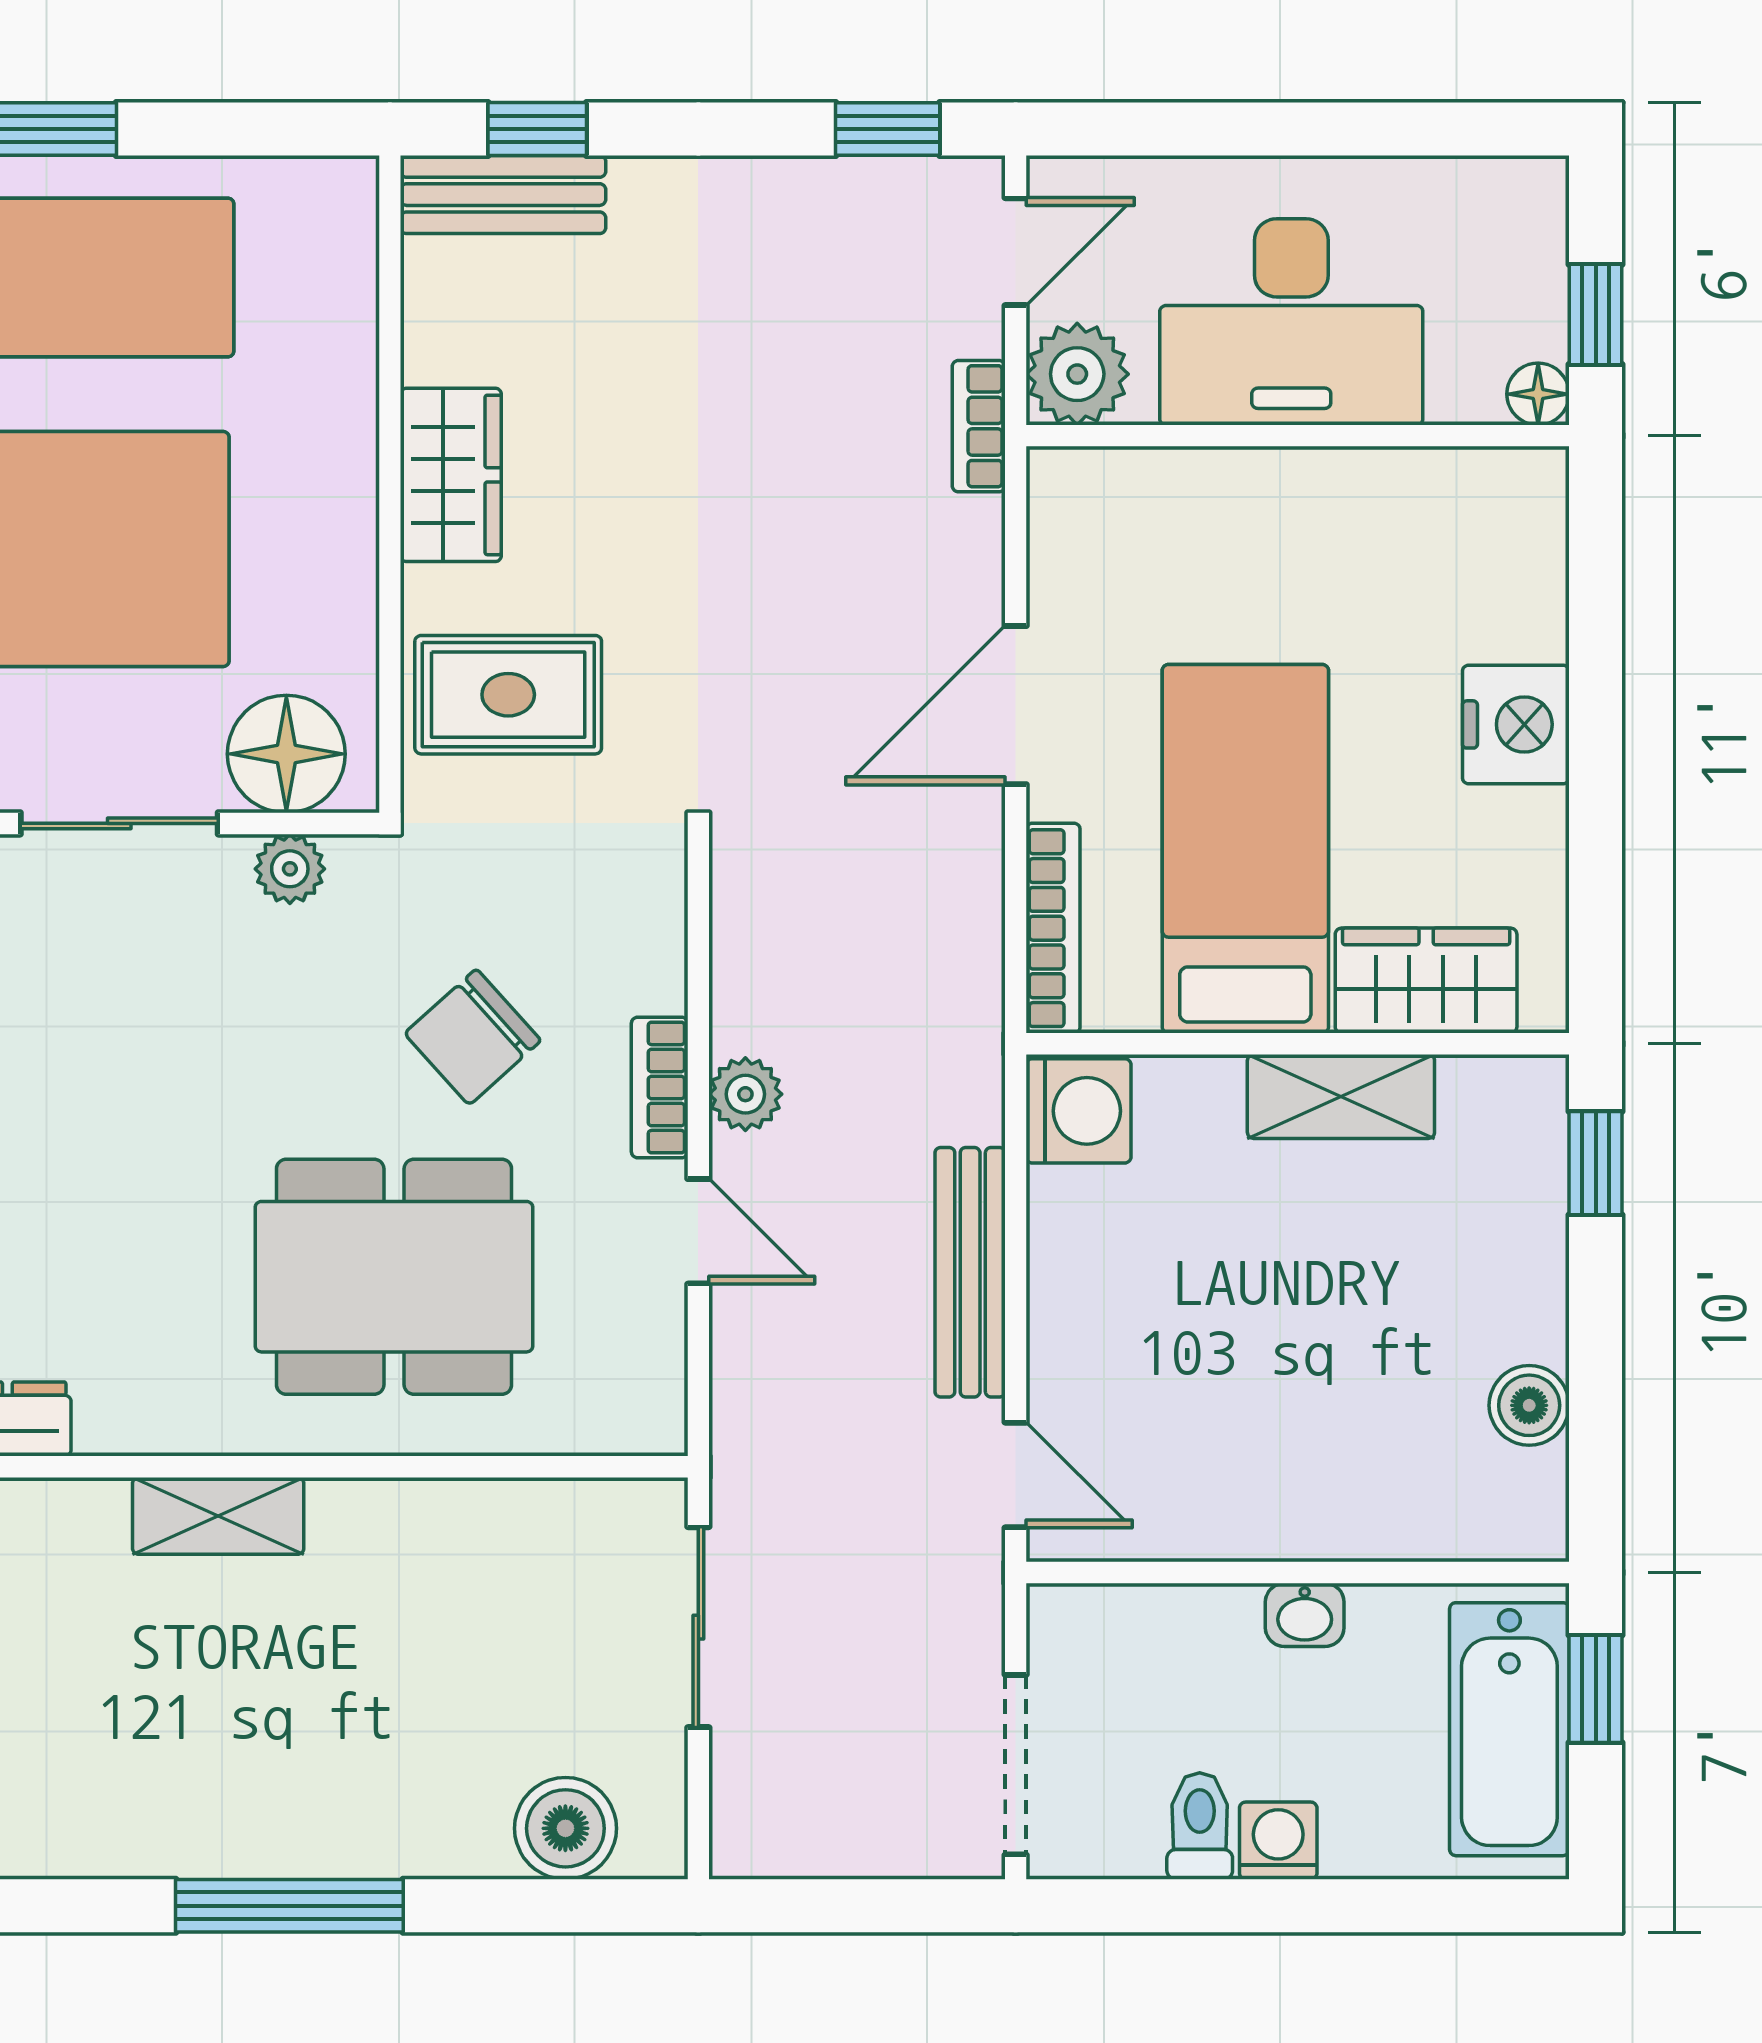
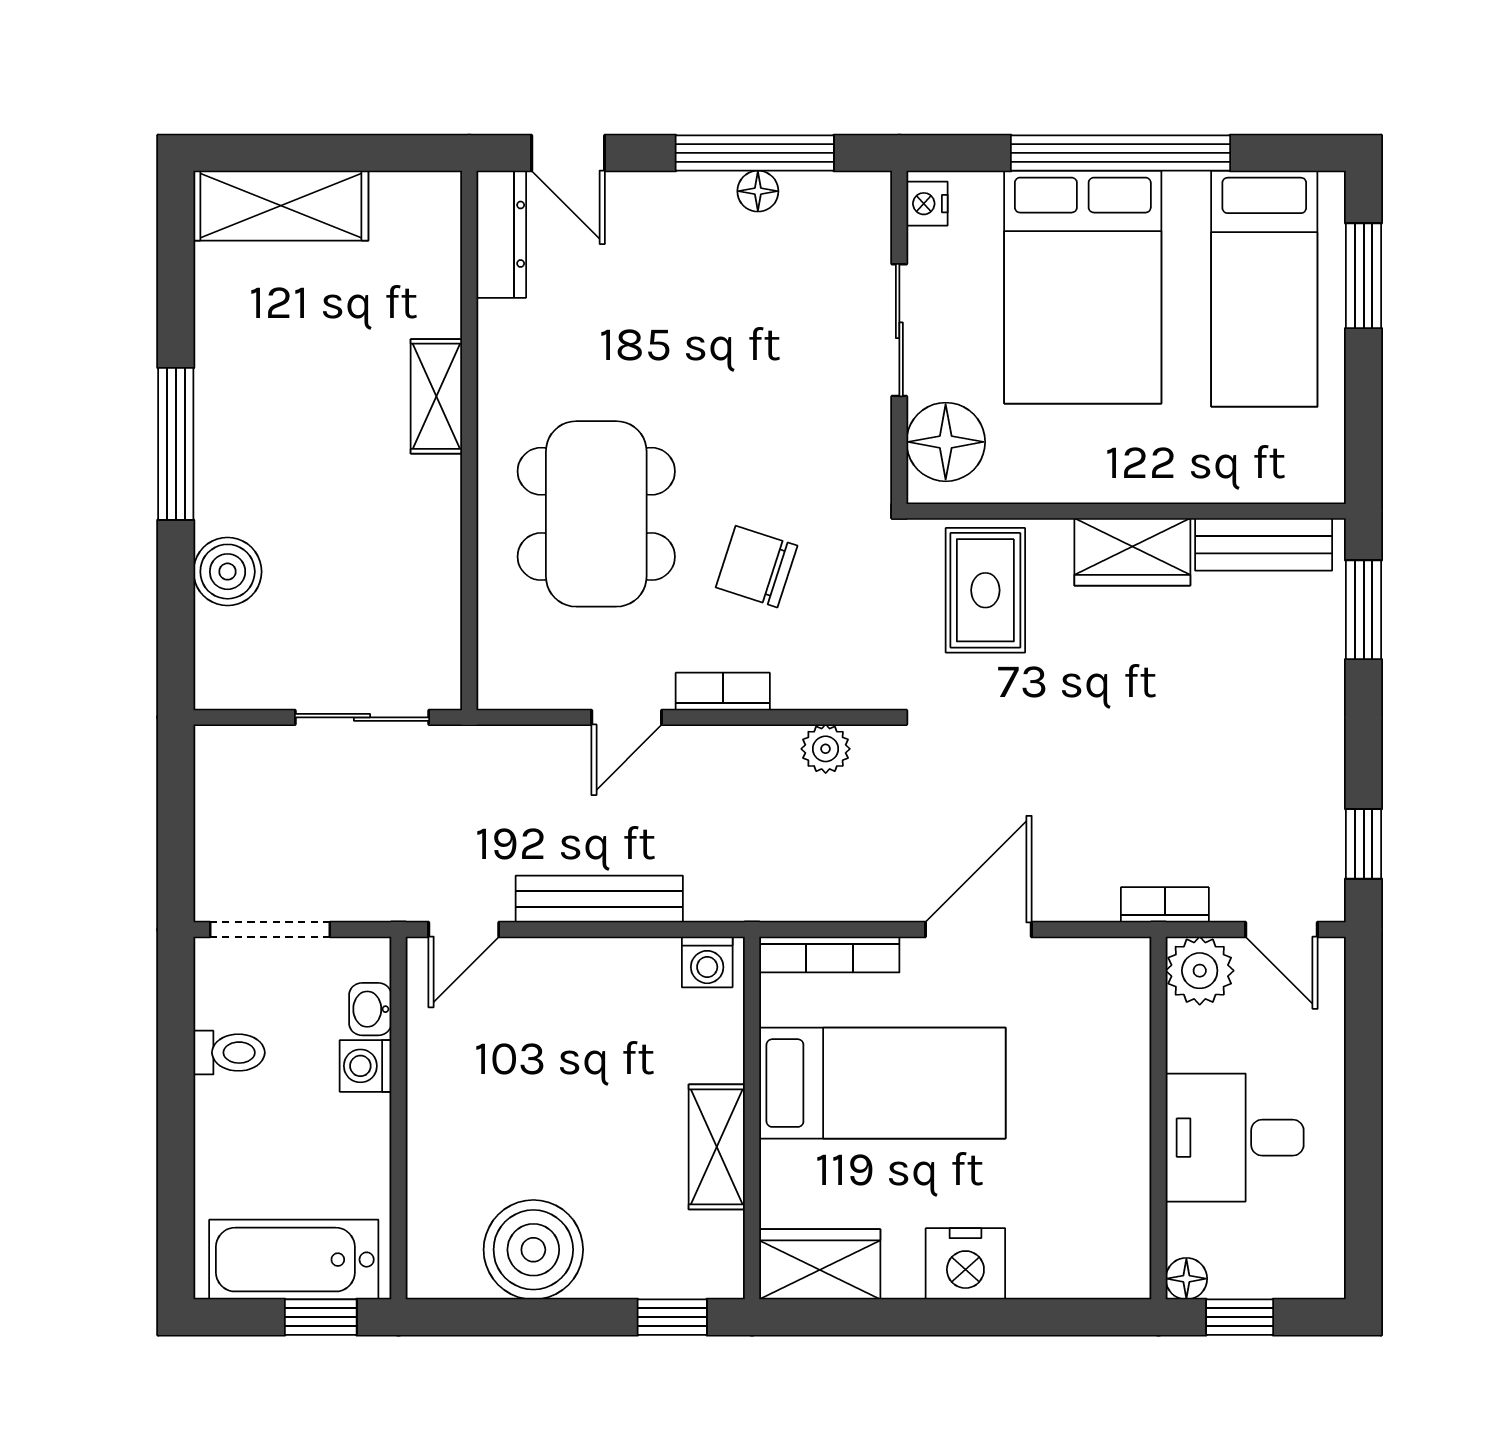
window: (537, 129) -> (1364, 610), width x1.50
bench: (503, 195) -> (1264, 544), moved, turned 90
desk: (1291, 322) -> (1235, 1138), width x0.73
door: (1016, 705) -> (978, 929), hinge flipped
plant: (290, 869) -> (869, 444), removed
wardrobe: (1426, 981) -> (820, 1264), moved, turned -90
chair: (473, 1037) -> (757, 567), turned -30
plant: (745, 1094) -> (826, 749), moved
washing machine: (1079, 1111) -> (707, 962), width x0.73, depth x0.73
boiler: (1529, 1405) -> (533, 1250), width x1.86, depth x1.86
washbasin: (1305, 1615) -> (370, 1009), moved
boiler: (565, 1828) -> (228, 572), moved
washing machine: (1278, 1841) -> (366, 1066), moved, turned 180

